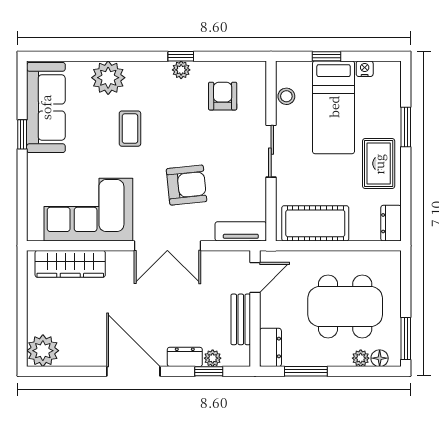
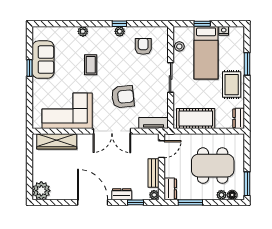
plant: (108, 78) -> (83, 31), width x0.53, depth x0.53
sofa: (46, 107) -> (43, 60), width x0.73
plant: (213, 358) -> (154, 195), moved

